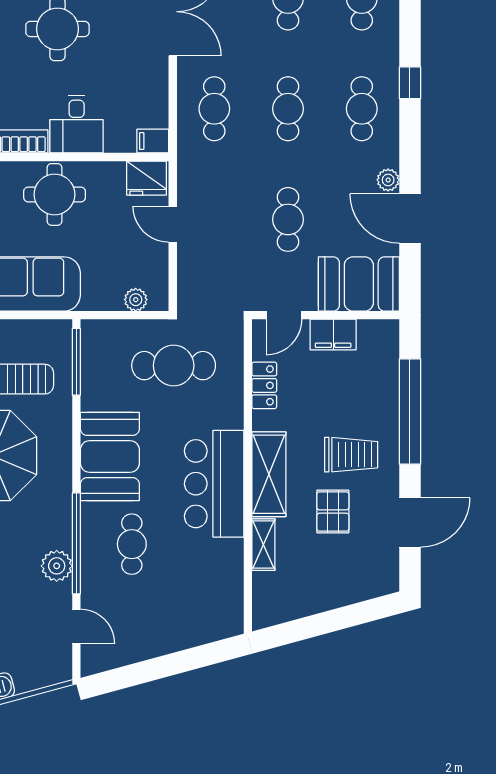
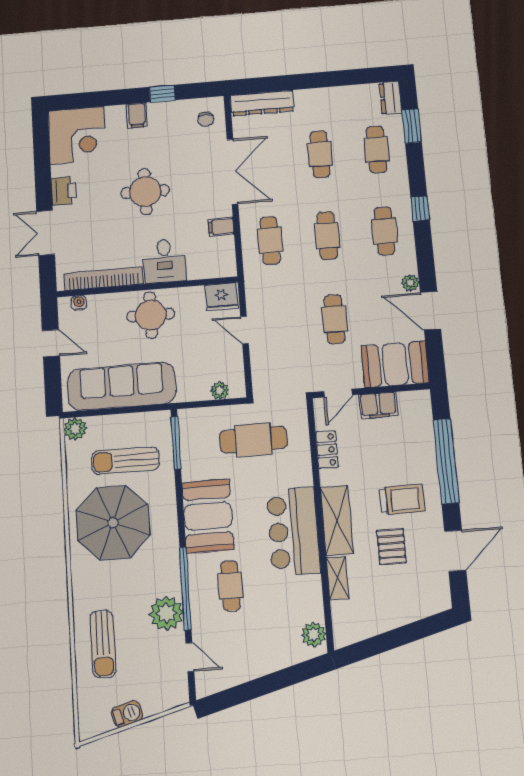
filing cabinet: (153, 141) -> (221, 227), moved
plant: (57, 566) -> (166, 613), width x1.36, depth x1.36
plant: (229, 610) -> (314, 634), added

